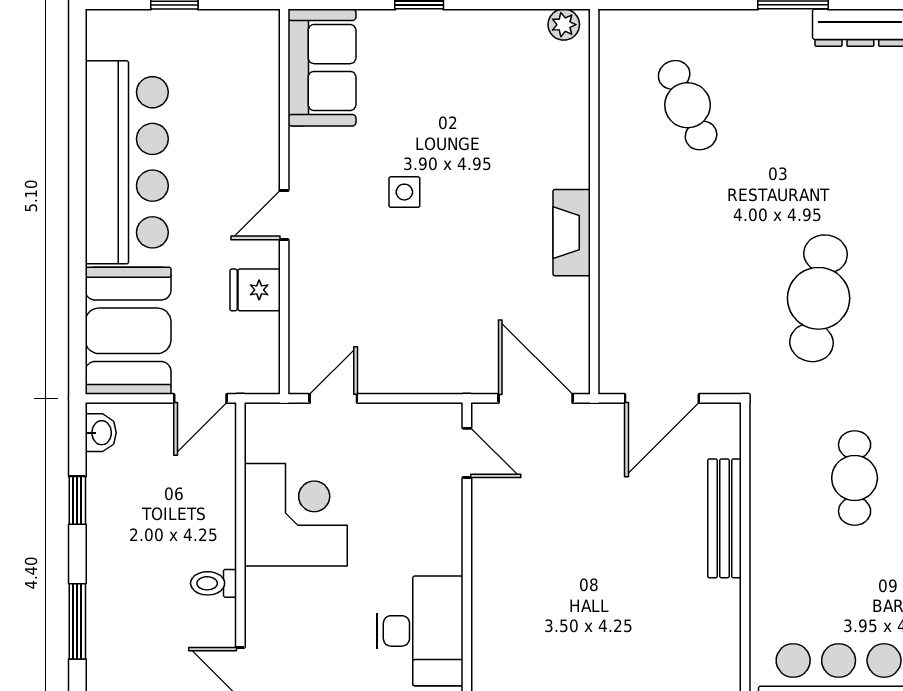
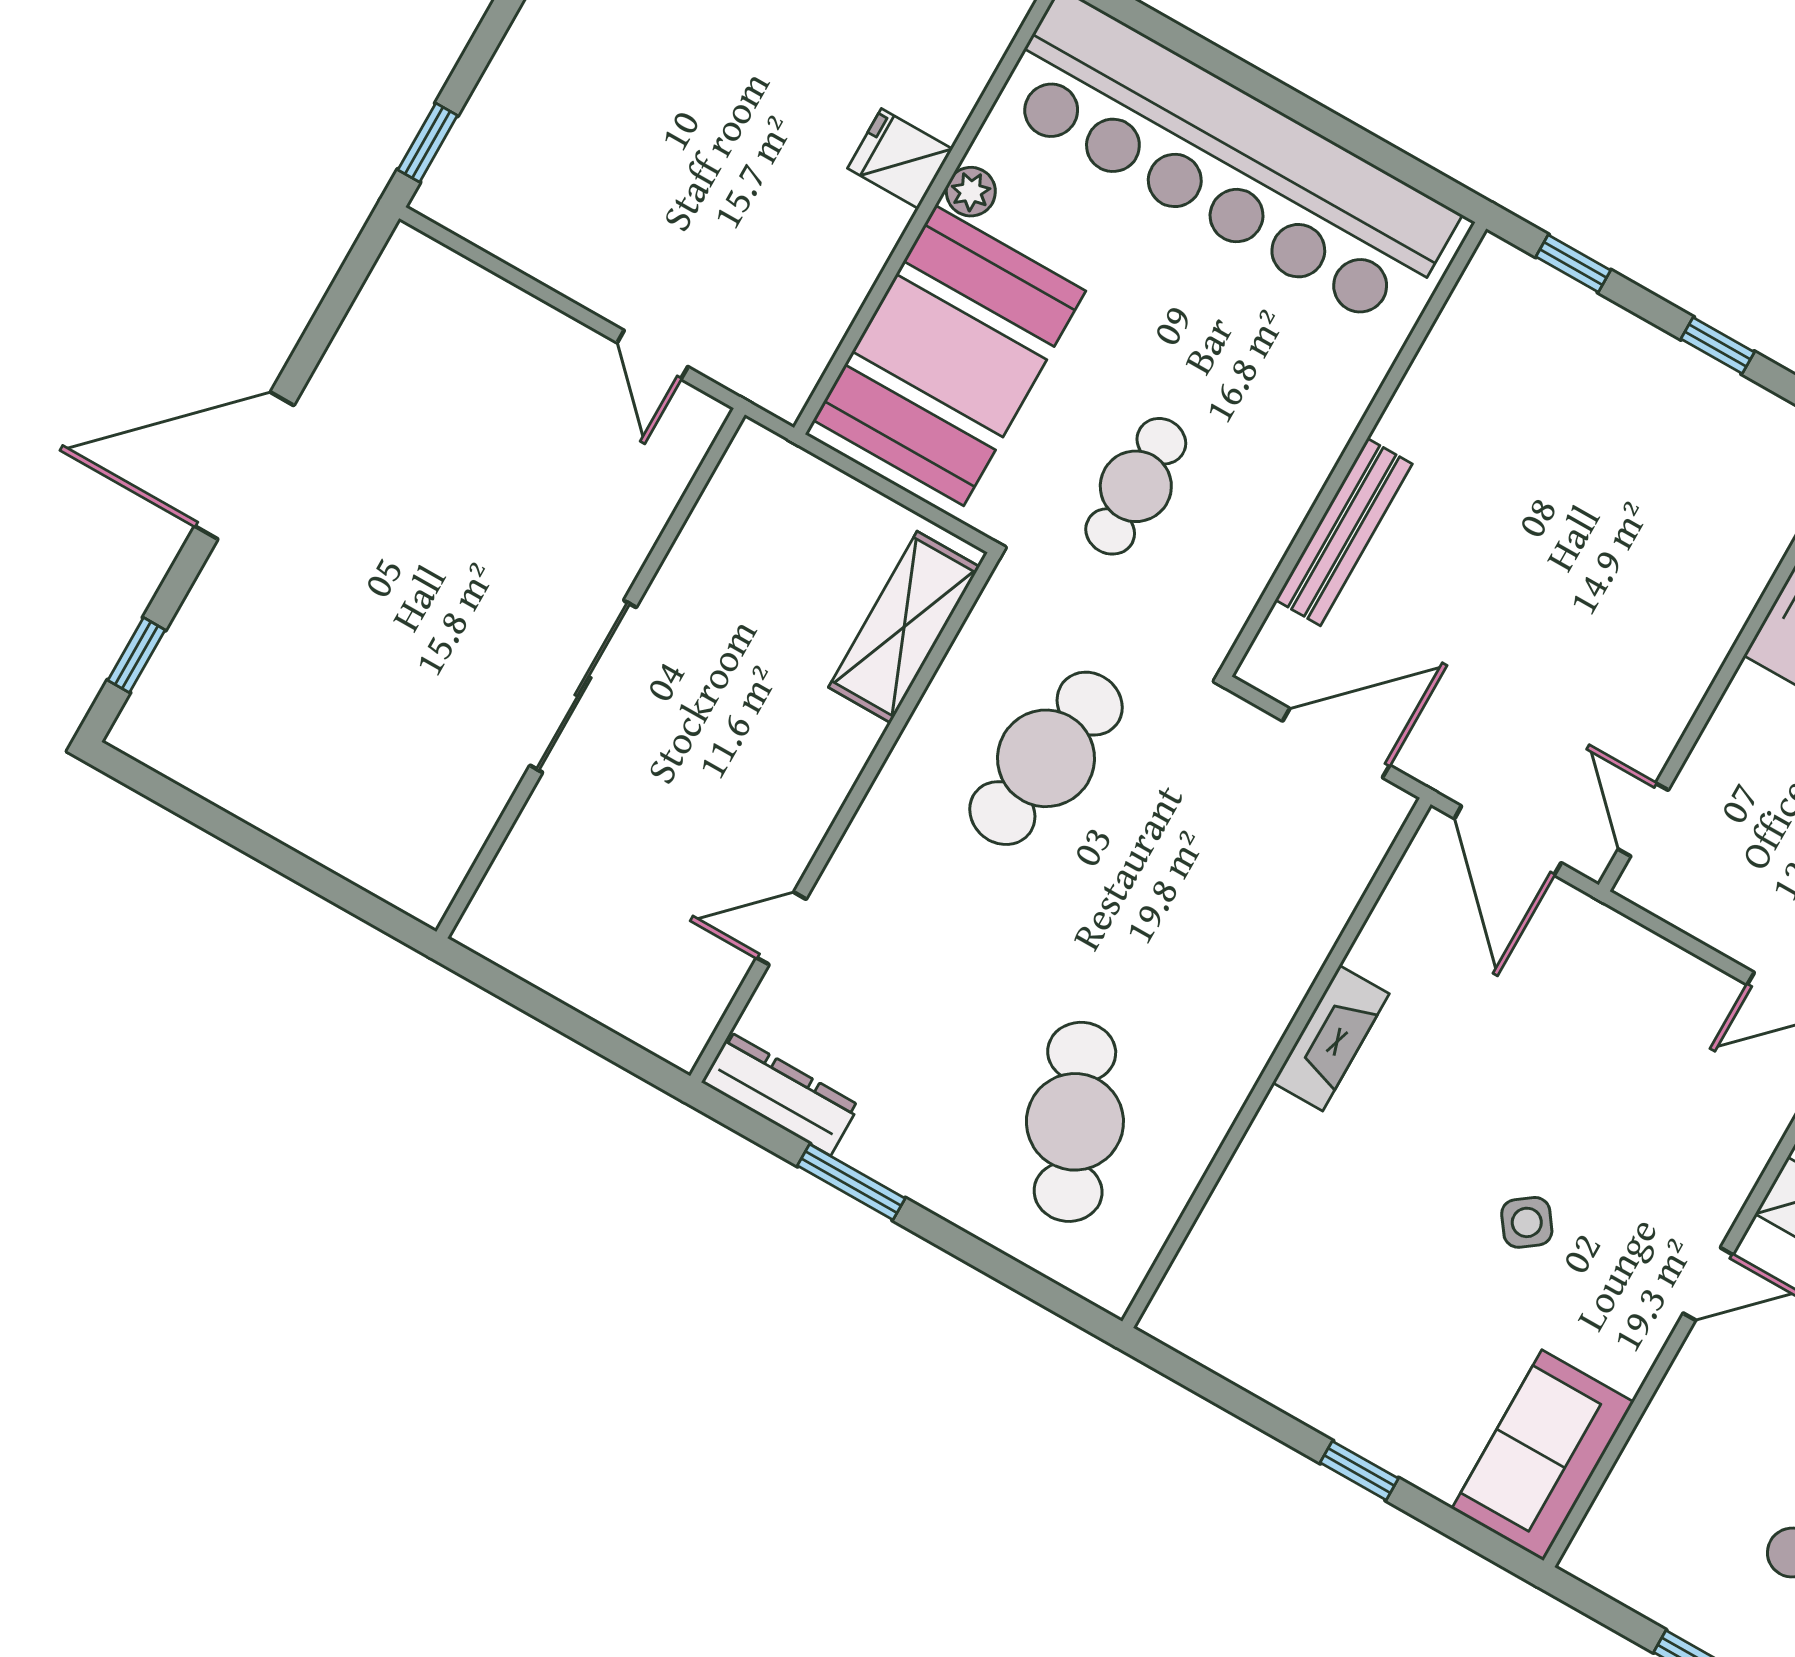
plant: (564, 25) -> (1181, 1327), removed
cafe table: (688, 105) -> (1075, 1122), width x1.37, depth x1.35
side table: (404, 192) -> (1527, 1222), turned -36

